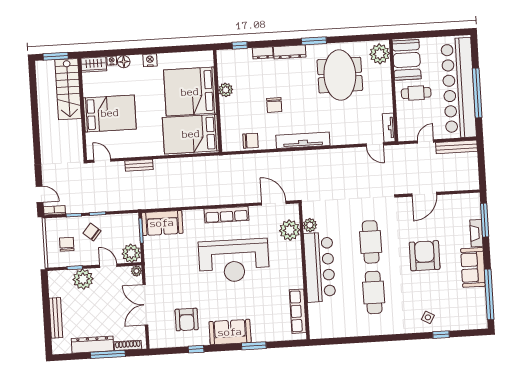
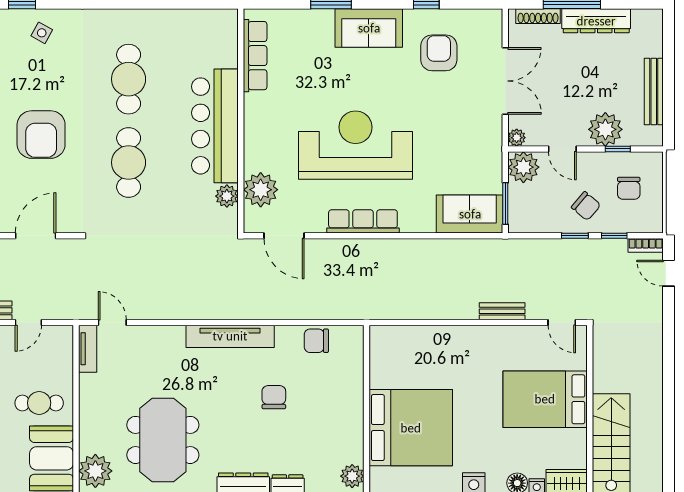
plant: (226, 90) -> (352, 476), moved
bed: (191, 134) -> (414, 357), removed
bench: (56, 318) -> (654, 92), moved

